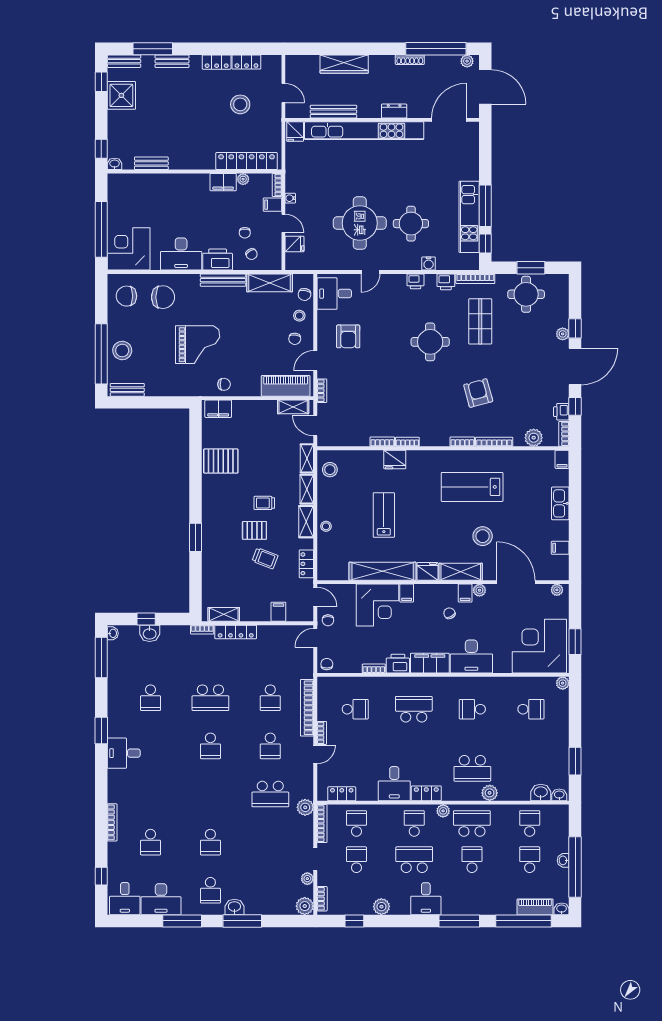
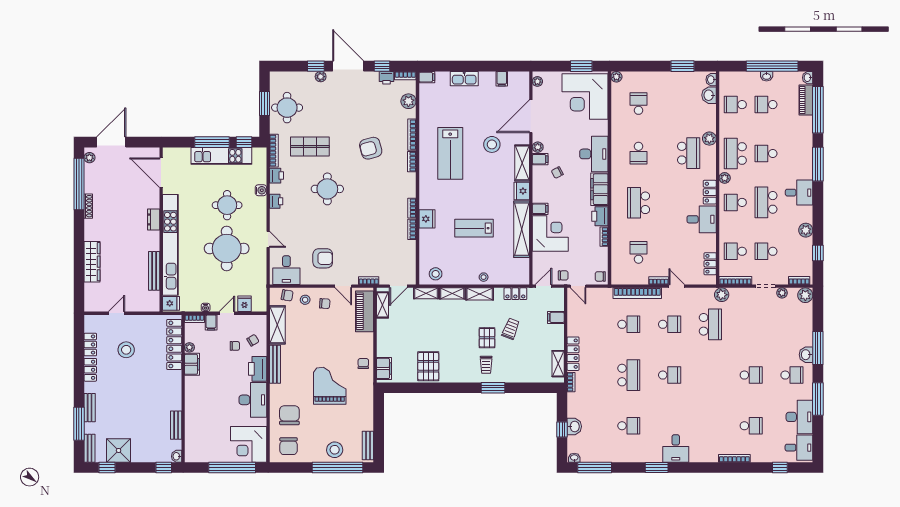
dresser: (394, 111) -> (154, 219), moved
bench: (333, 112) -> (154, 271), moved
wall: (382, 120) -> (161, 229), moved
door: (449, 120) -> (161, 173), moved
kitchen unit: (364, 131) -> (170, 245), moved
fridge: (295, 132) -> (171, 303), moved
trolley: (264, 503) -> (486, 365), moved

